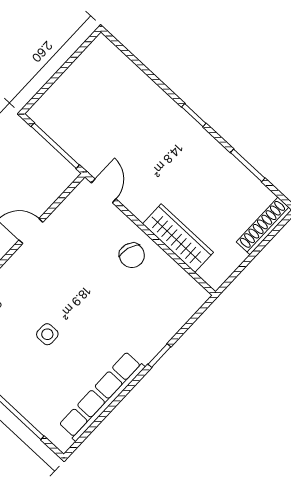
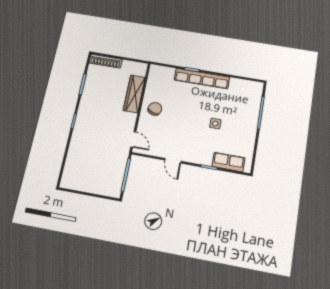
door: (104, 191) -> (133, 139), swing flipped
row of seats: (102, 396) -> (202, 79), moved

